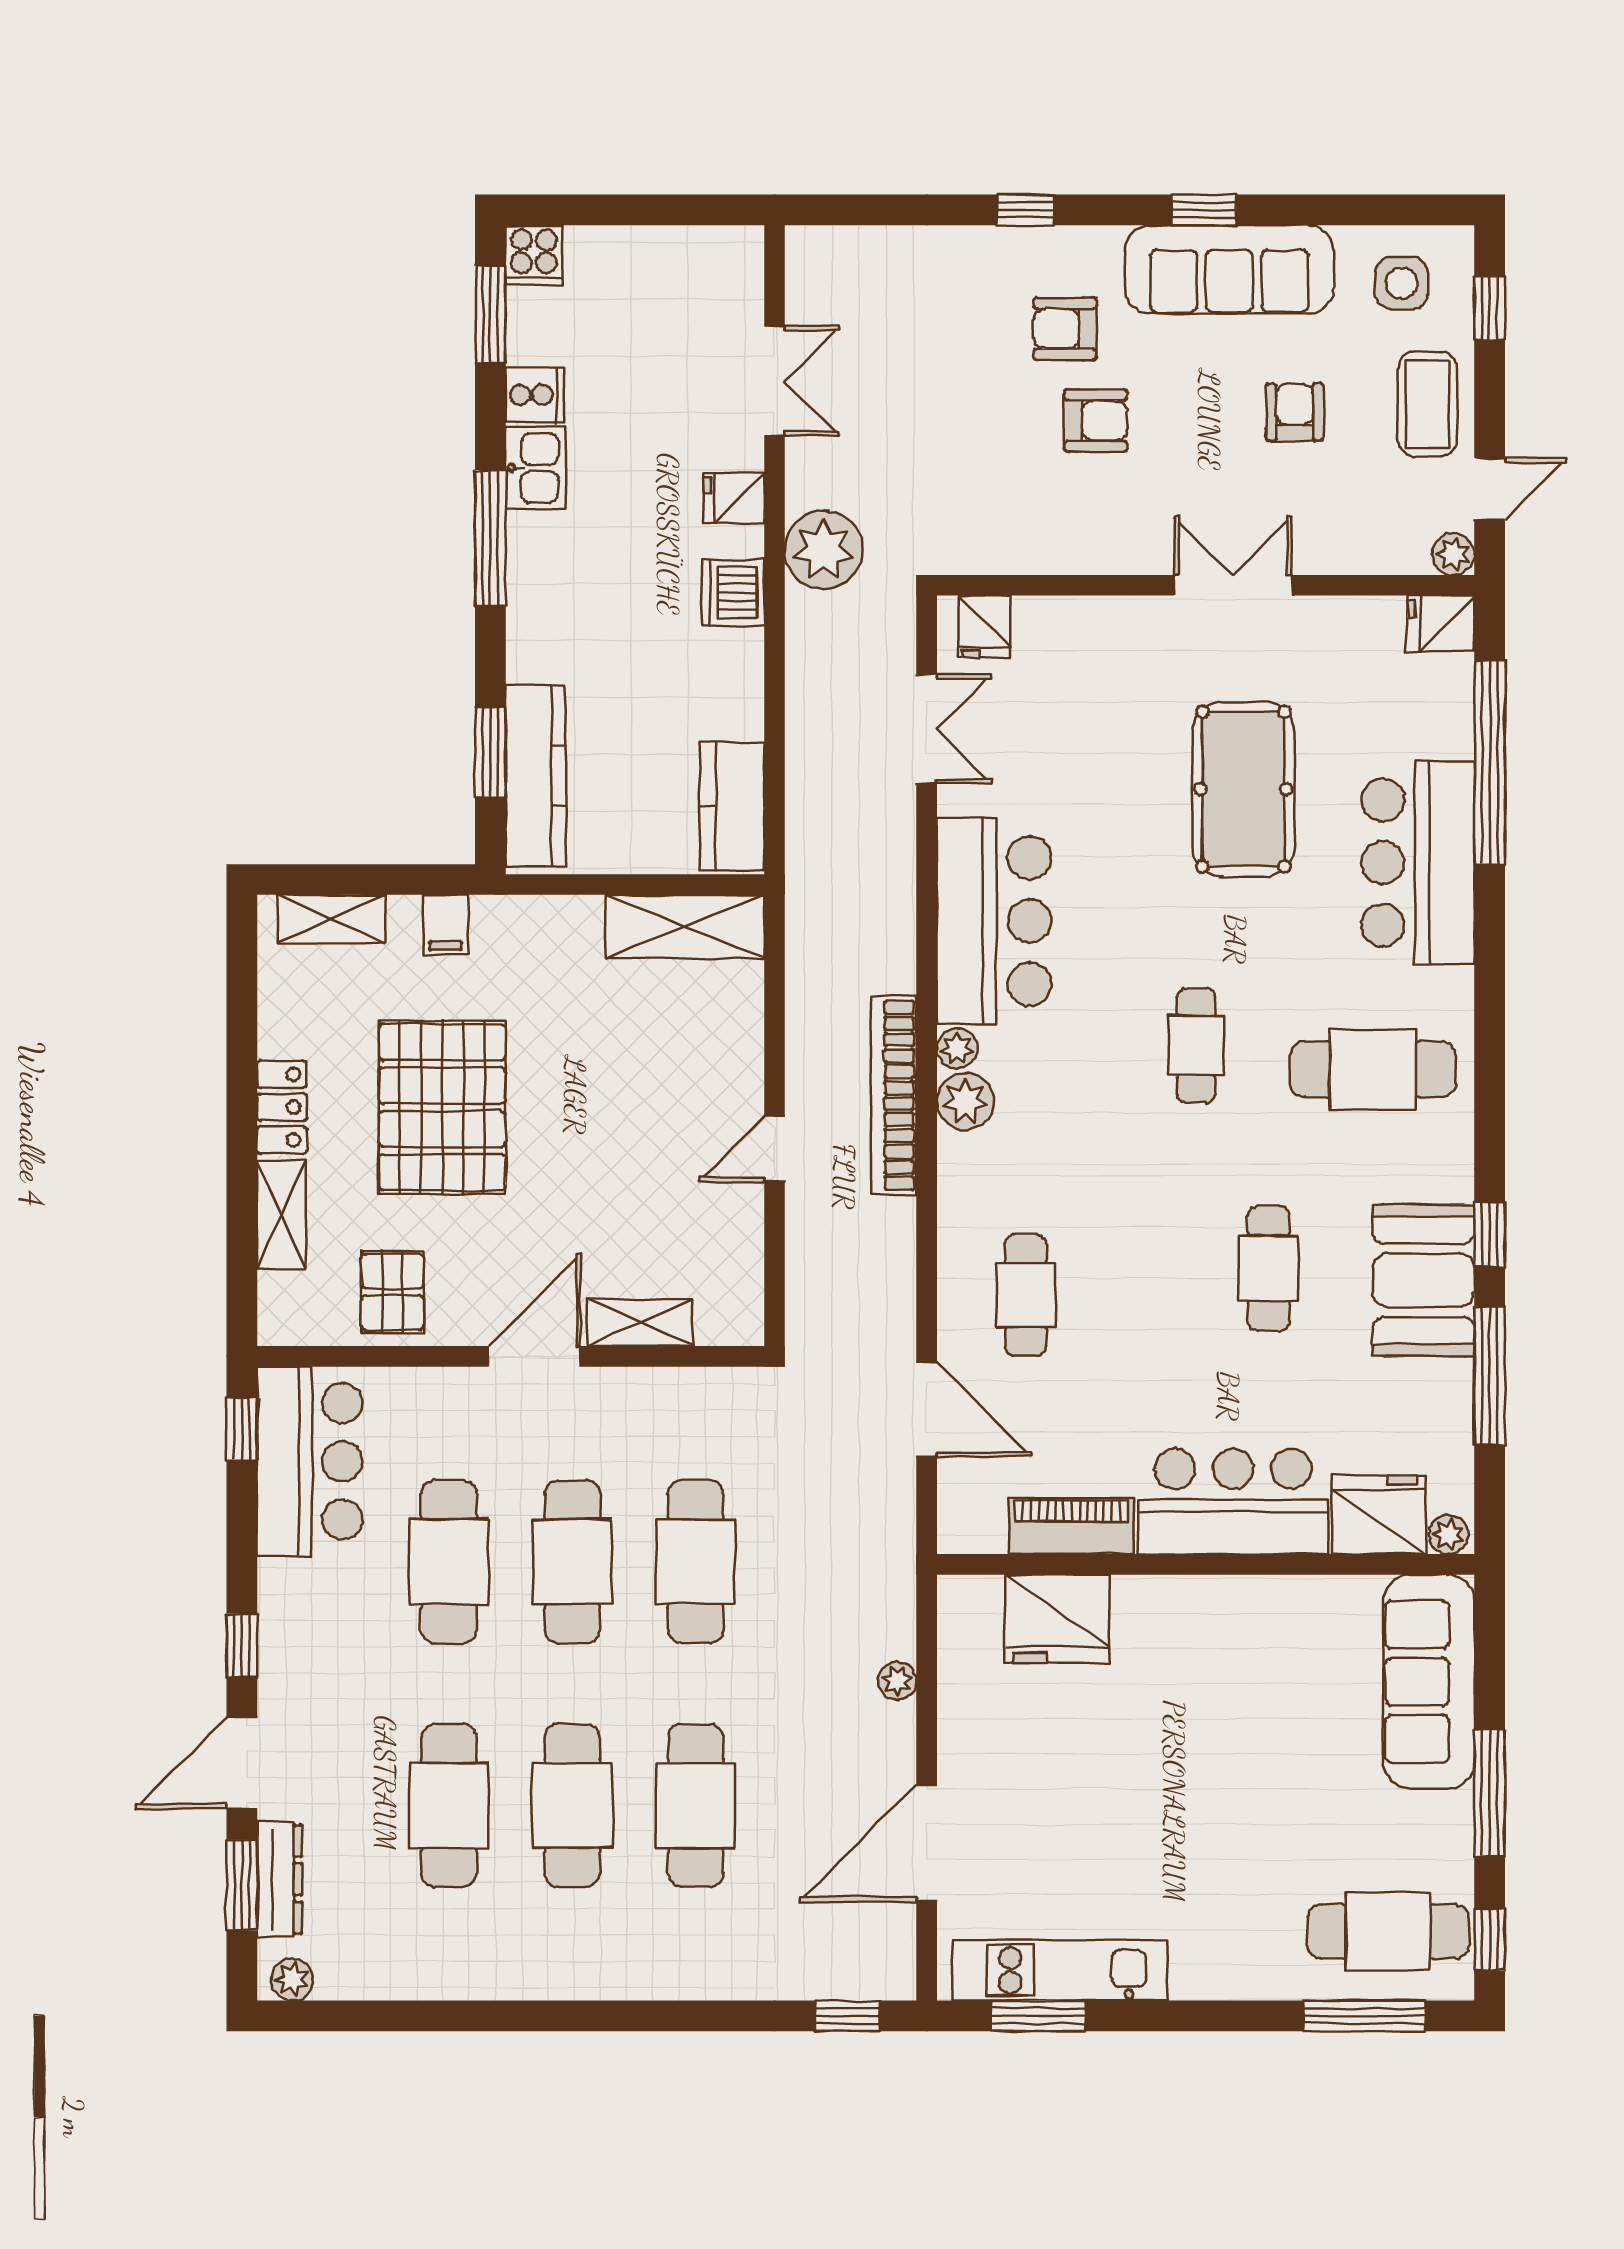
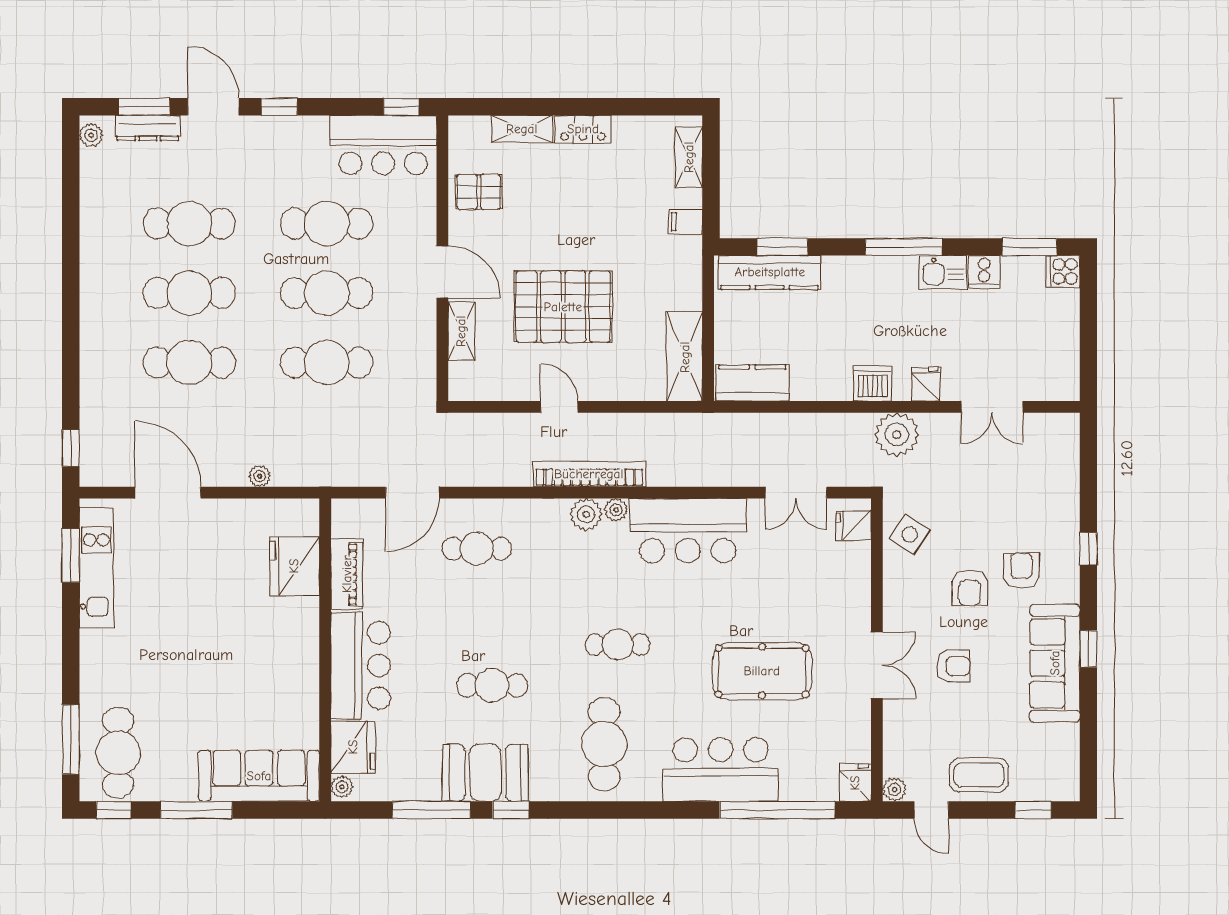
side table: (1402, 283) -> (910, 534), moved, turned 34
armchair: (1295, 412) -> (954, 666), moved
pallet: (442, 1107) -> (563, 307), moved

